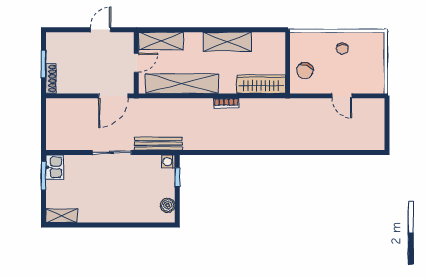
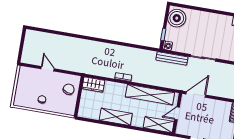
wardrobe: (261, 84) -> (93, 85), width x0.67
boiler: (168, 205) -> (177, 18), width x1.86, depth x1.86

